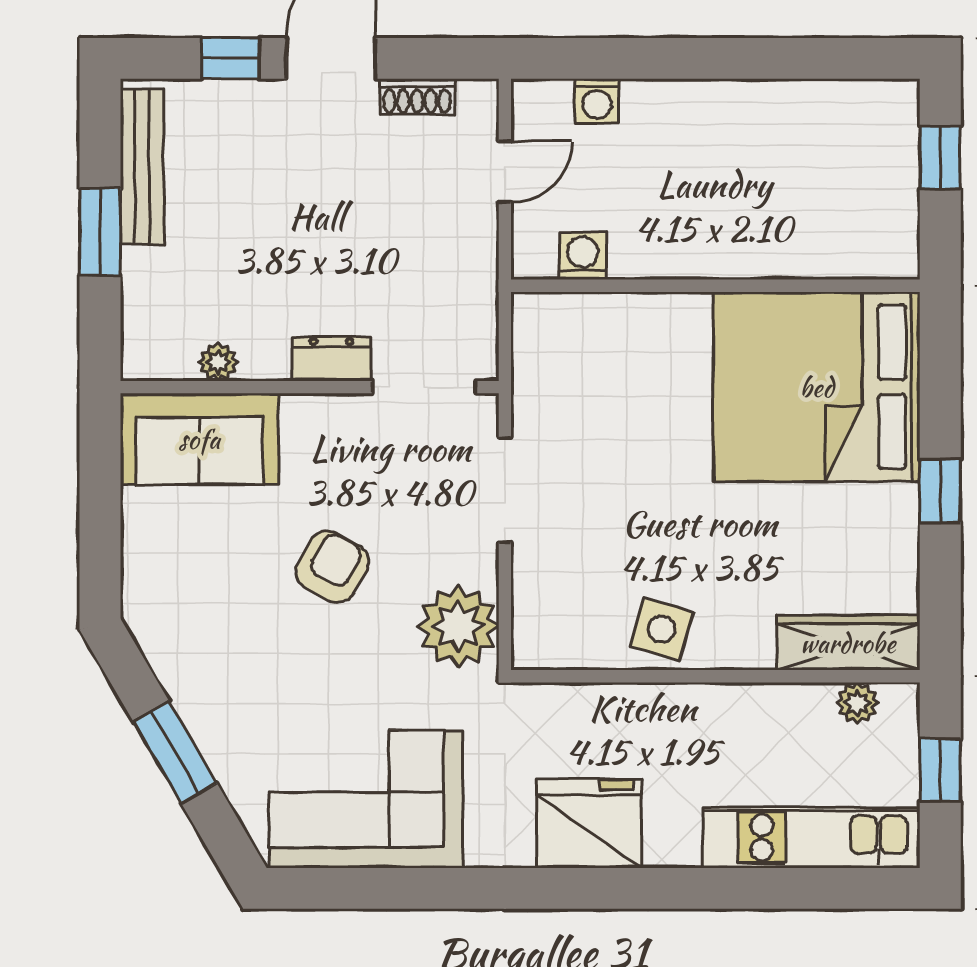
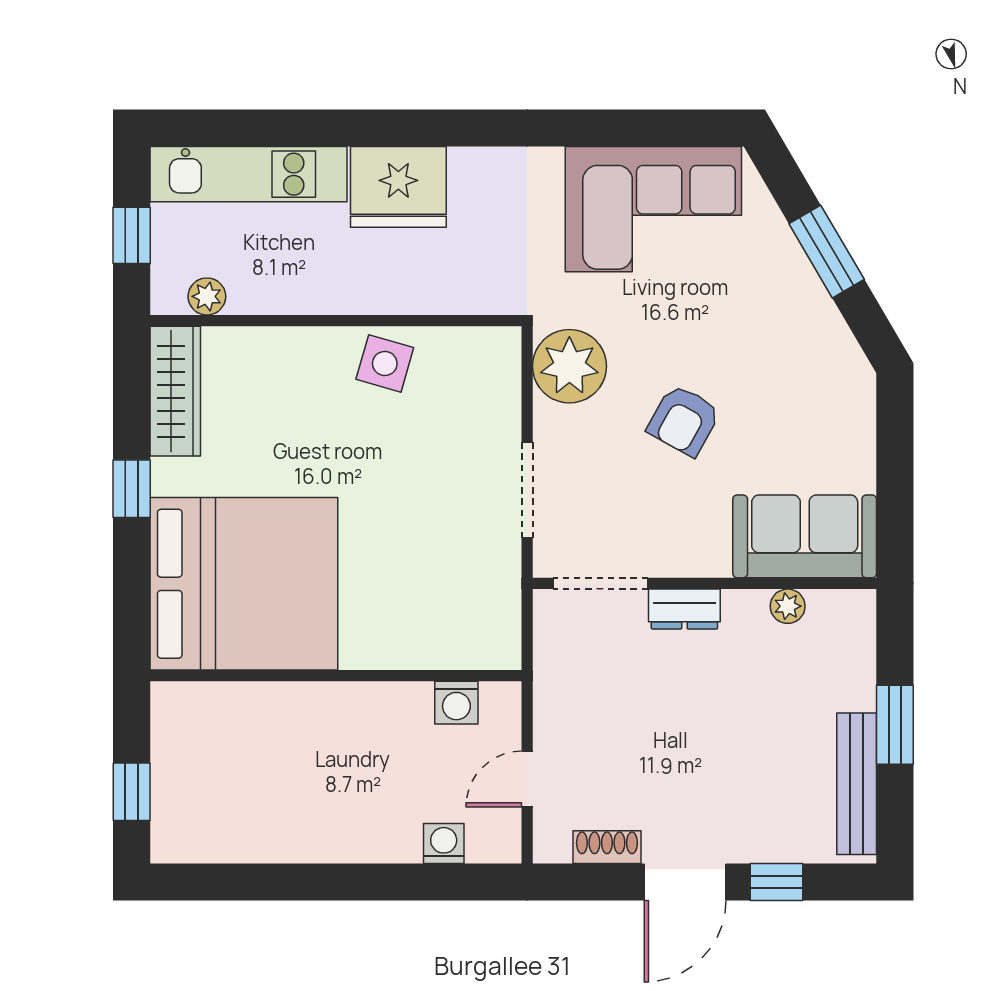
wardrobe: (848, 643) -> (175, 391), moved, turned -90
fridge: (589, 824) -> (398, 187), moved

